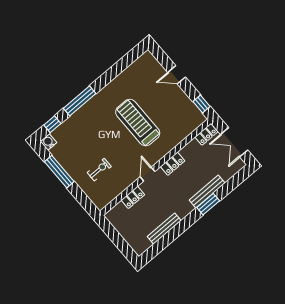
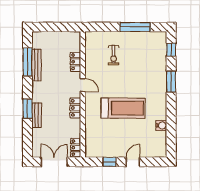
window: (80, 101) -> (171, 81), width x0.69
window: (202, 104) -> (109, 162), moved
water cooler: (48, 142) -> (161, 126), moved
bench: (207, 191) -> (37, 115), width x0.73
window: (168, 238) -> (27, 62), added

